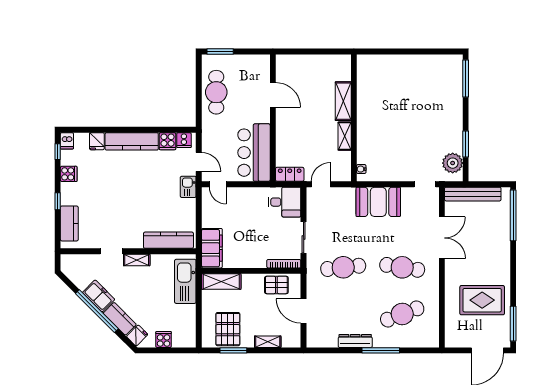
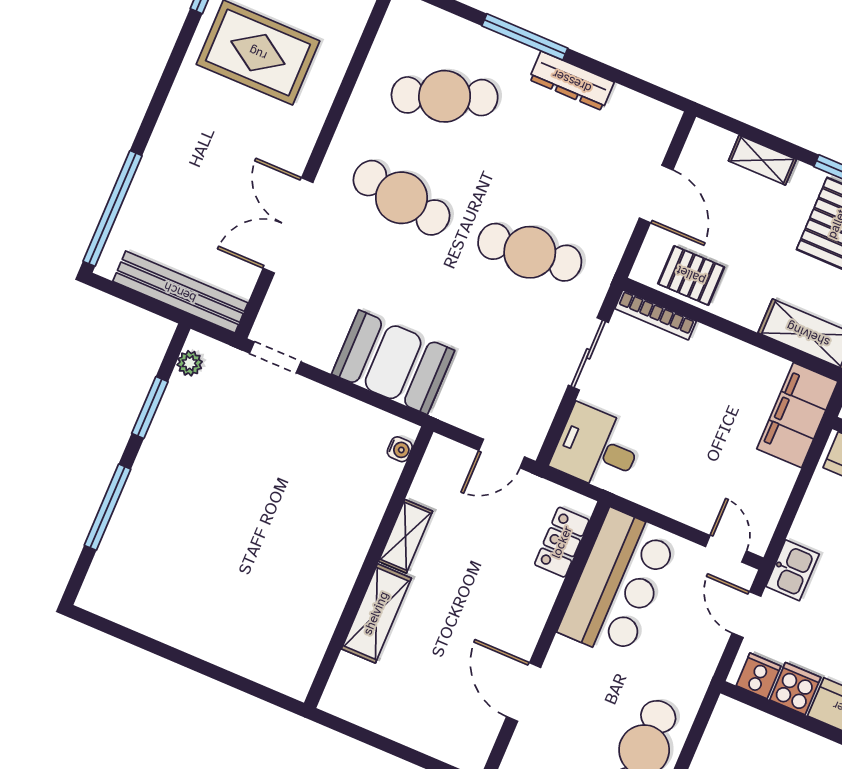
window: (466, 78) -> (107, 507), moved
plant: (453, 163) -> (190, 363), width x0.53, depth x0.53
locker: (290, 174) -> (562, 542), moved, turned 90

